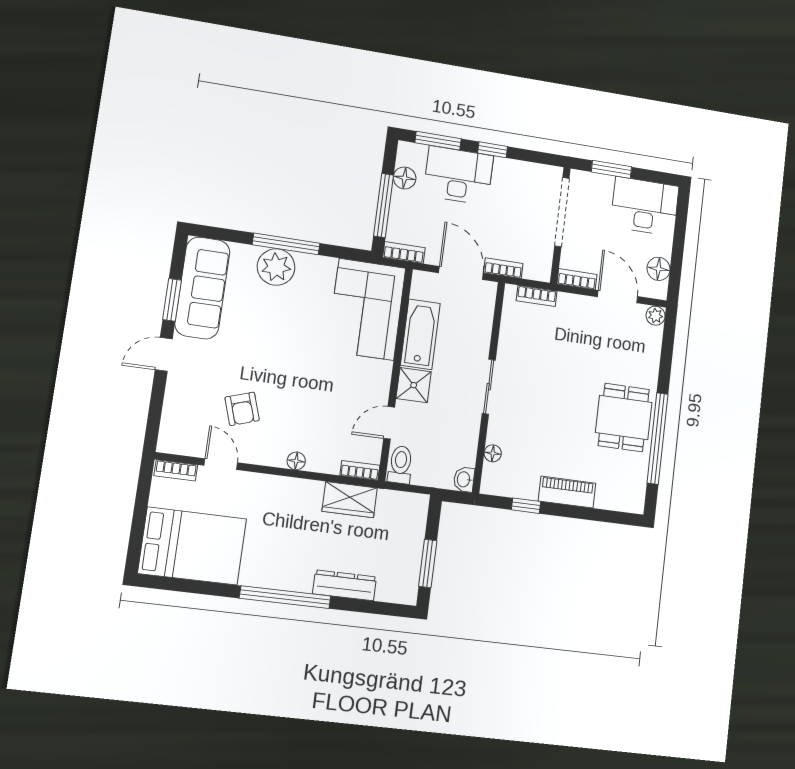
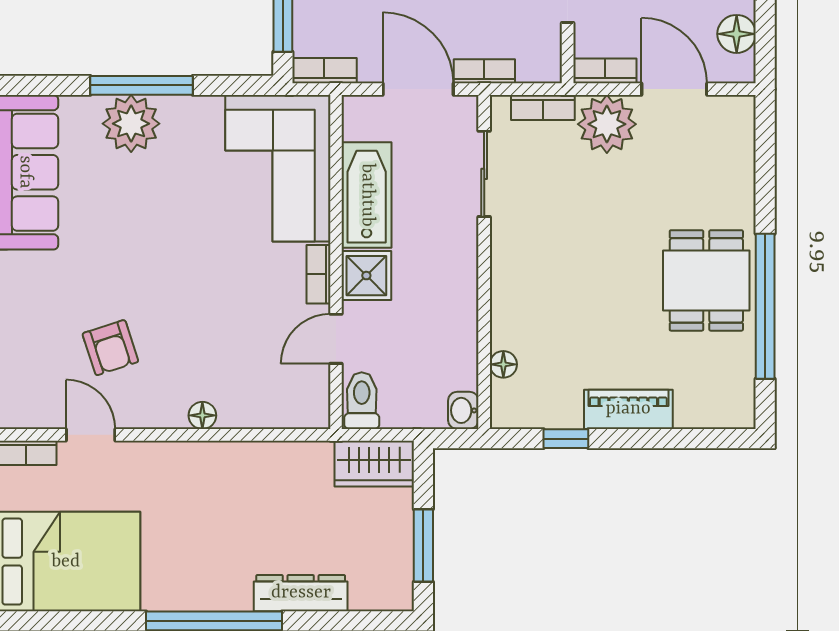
plant: (656, 316) -> (607, 124), moved, width x1.87, depth x1.87
sliding door: (489, 387) -> (484, 174), moved
bookcase: (360, 470) -> (318, 274), moved, turned -90
wardrobe: (350, 500) -> (374, 464), moved

